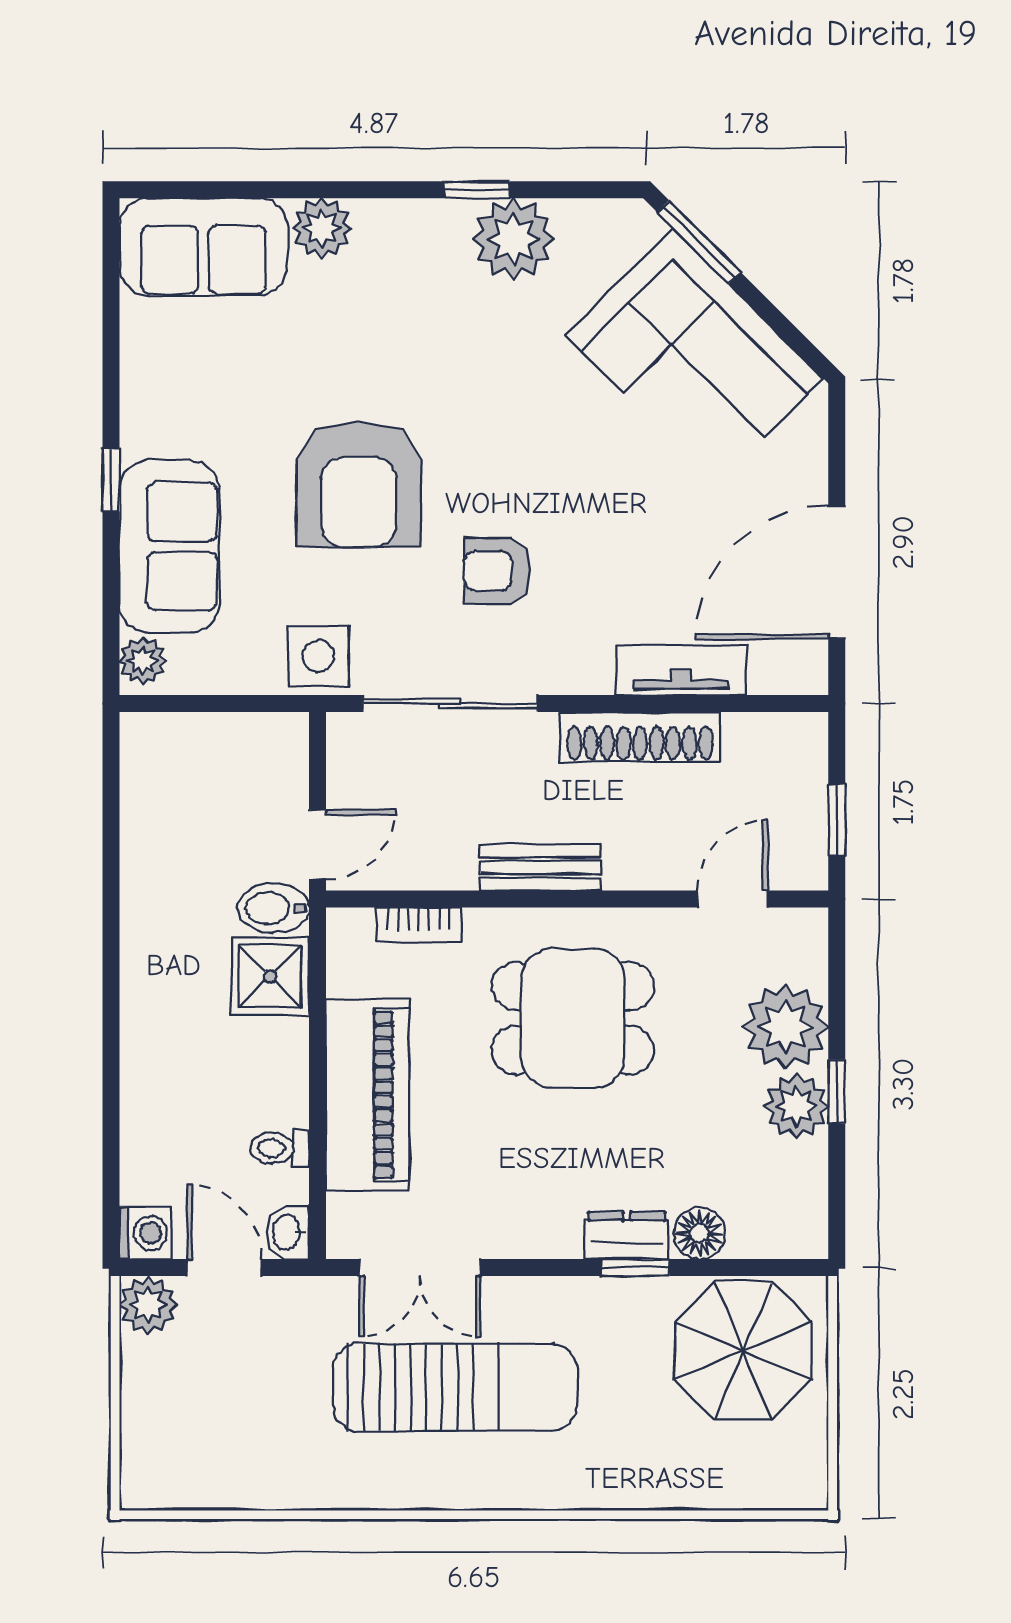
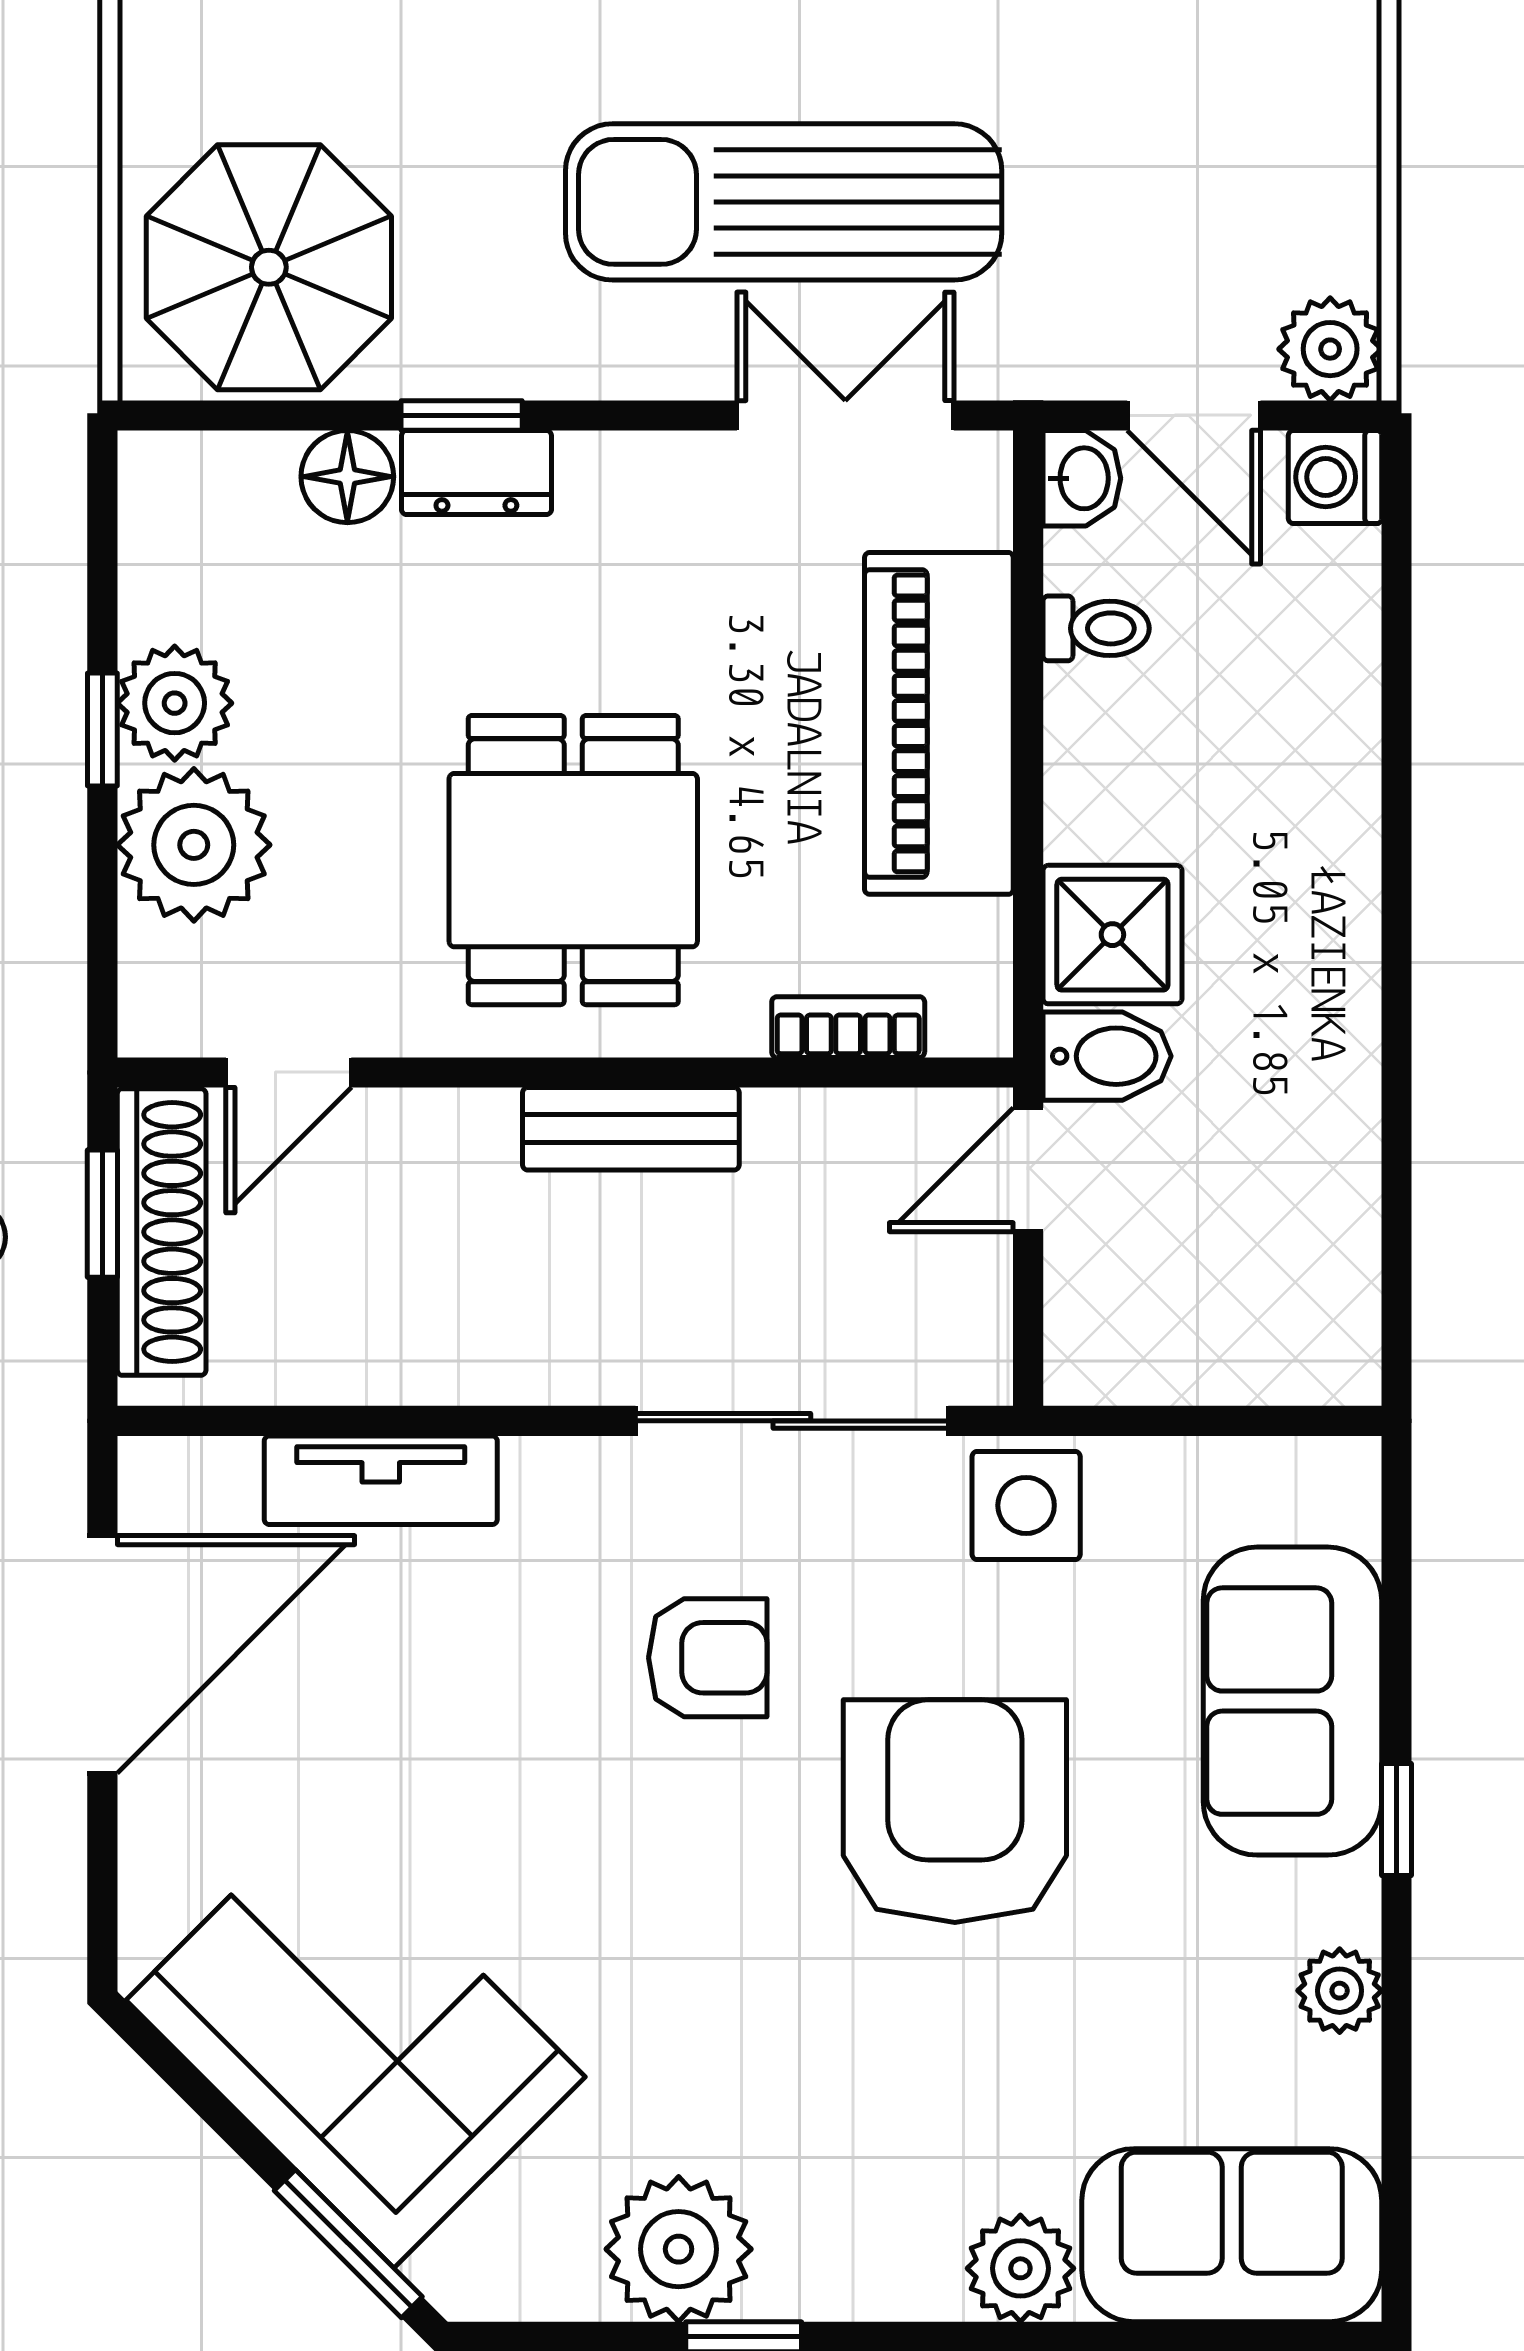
plant: (143, 661) -> (1340, 1991), moved
shoe rack: (640, 737) -> (162, 1232), moved, turned 90
dining table: (573, 1018) -> (573, 860), turned 90

